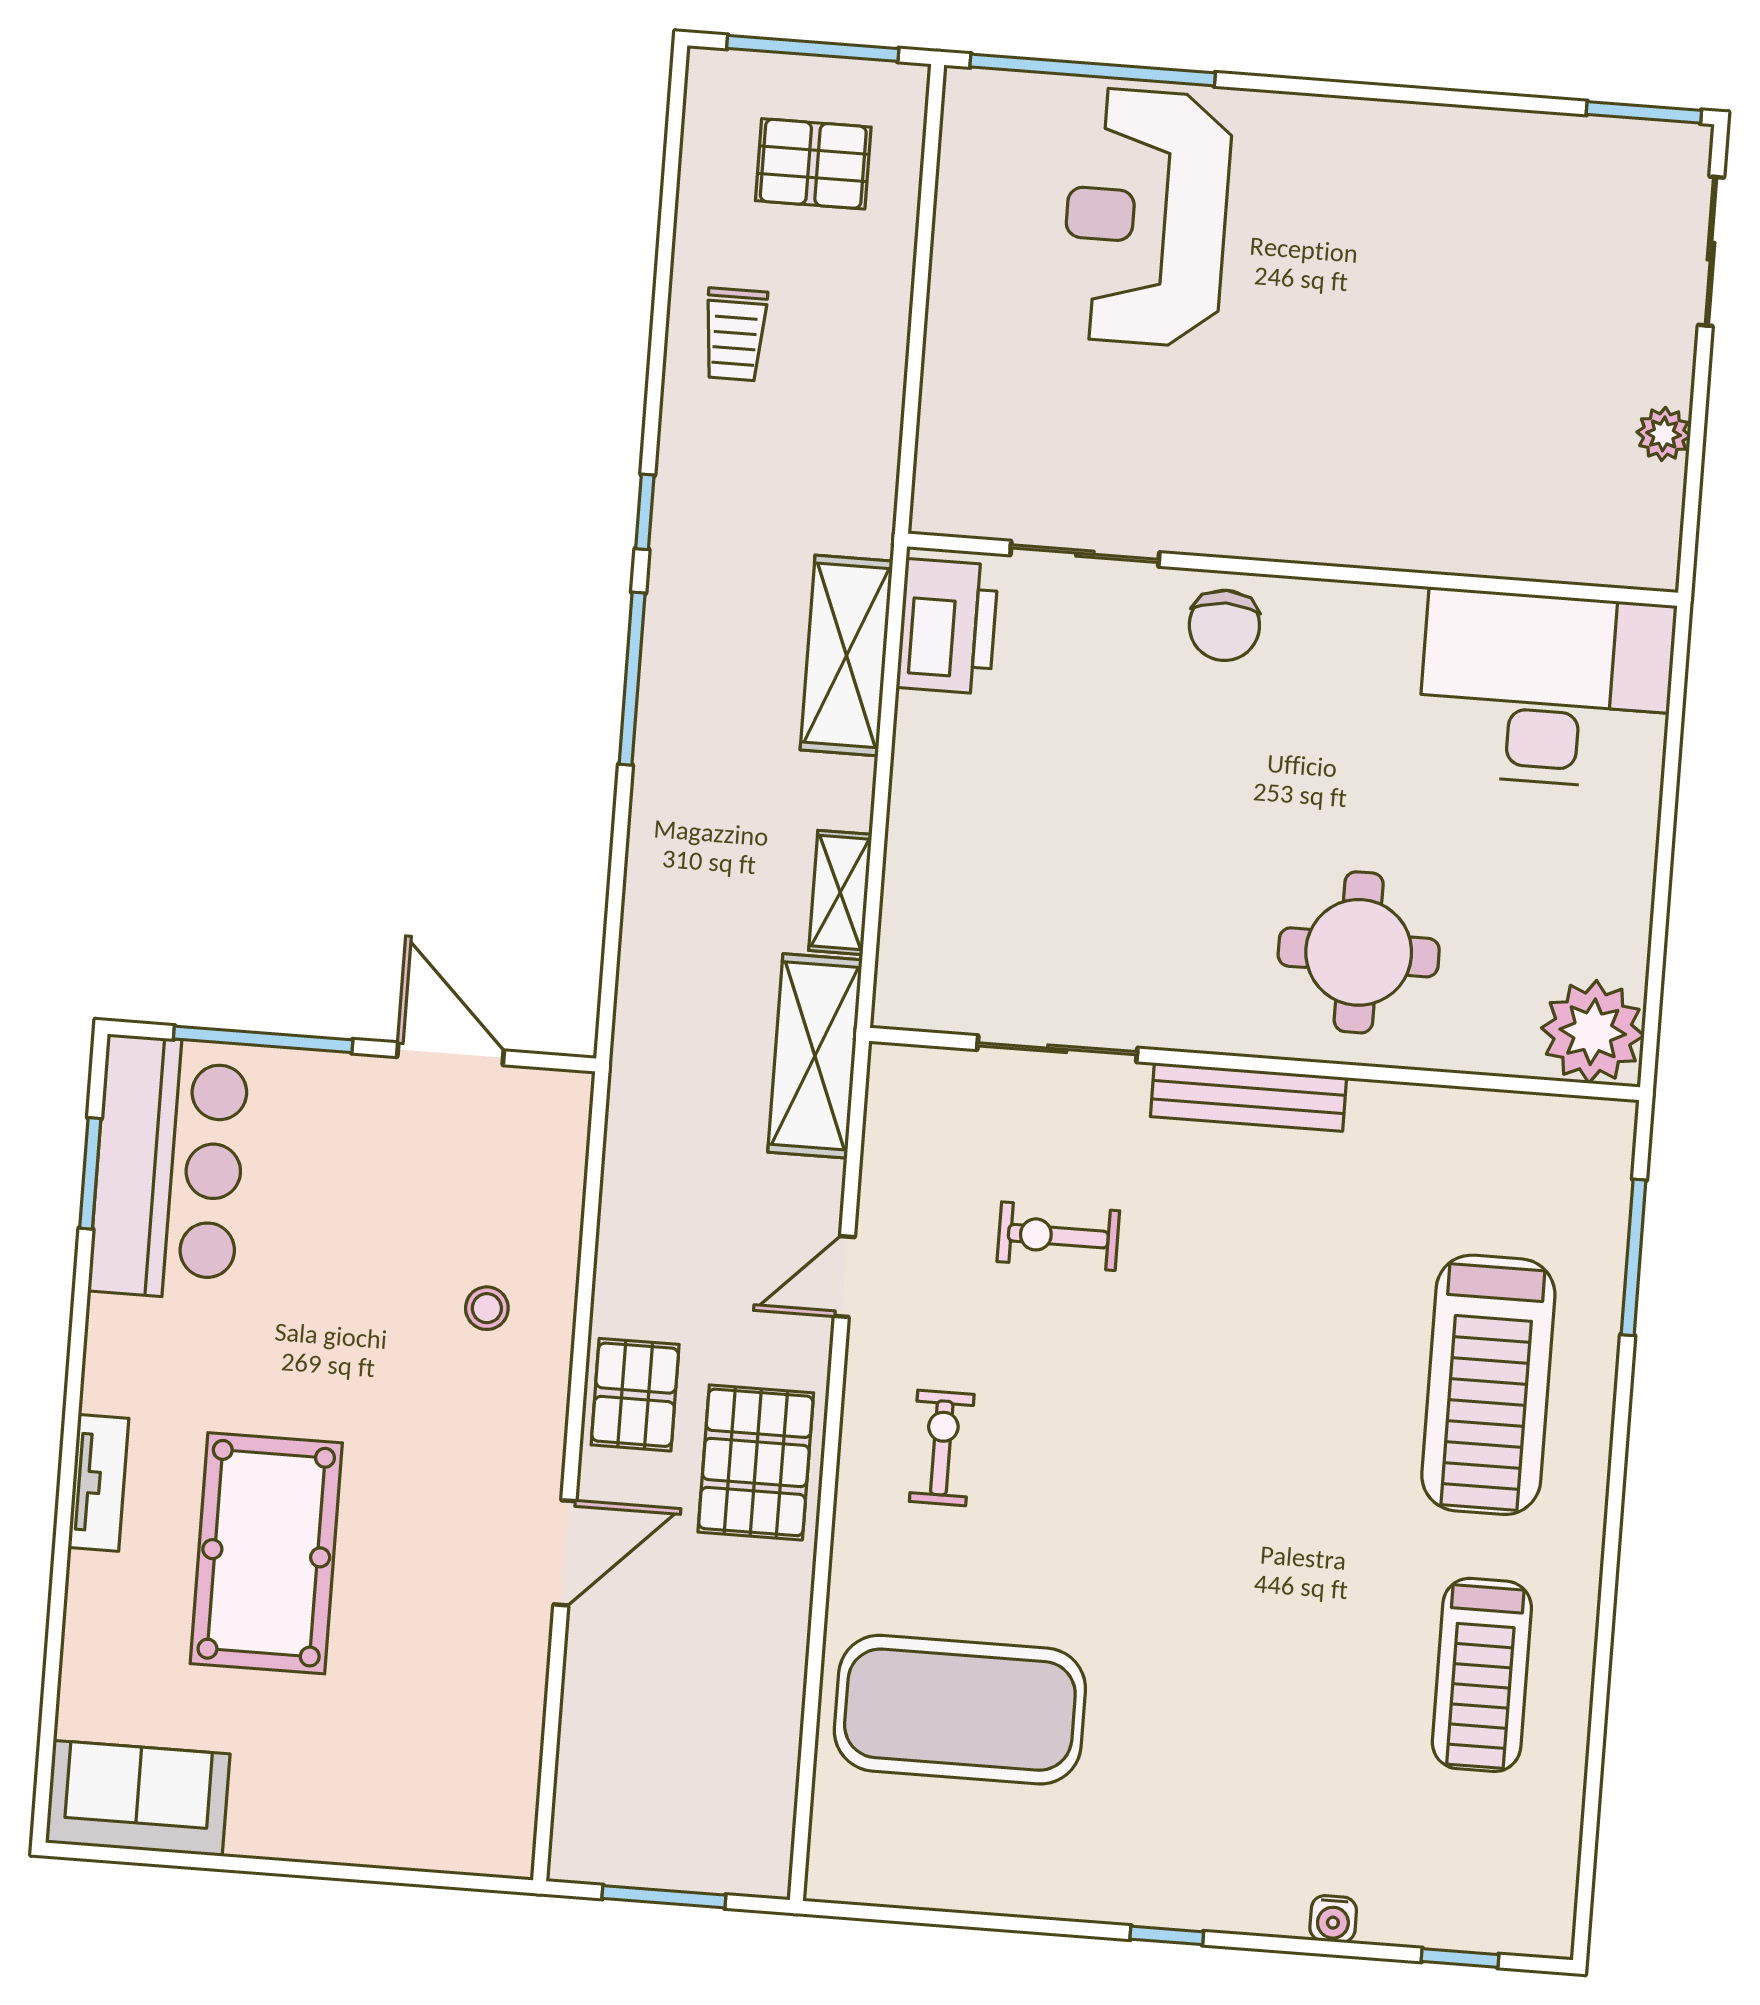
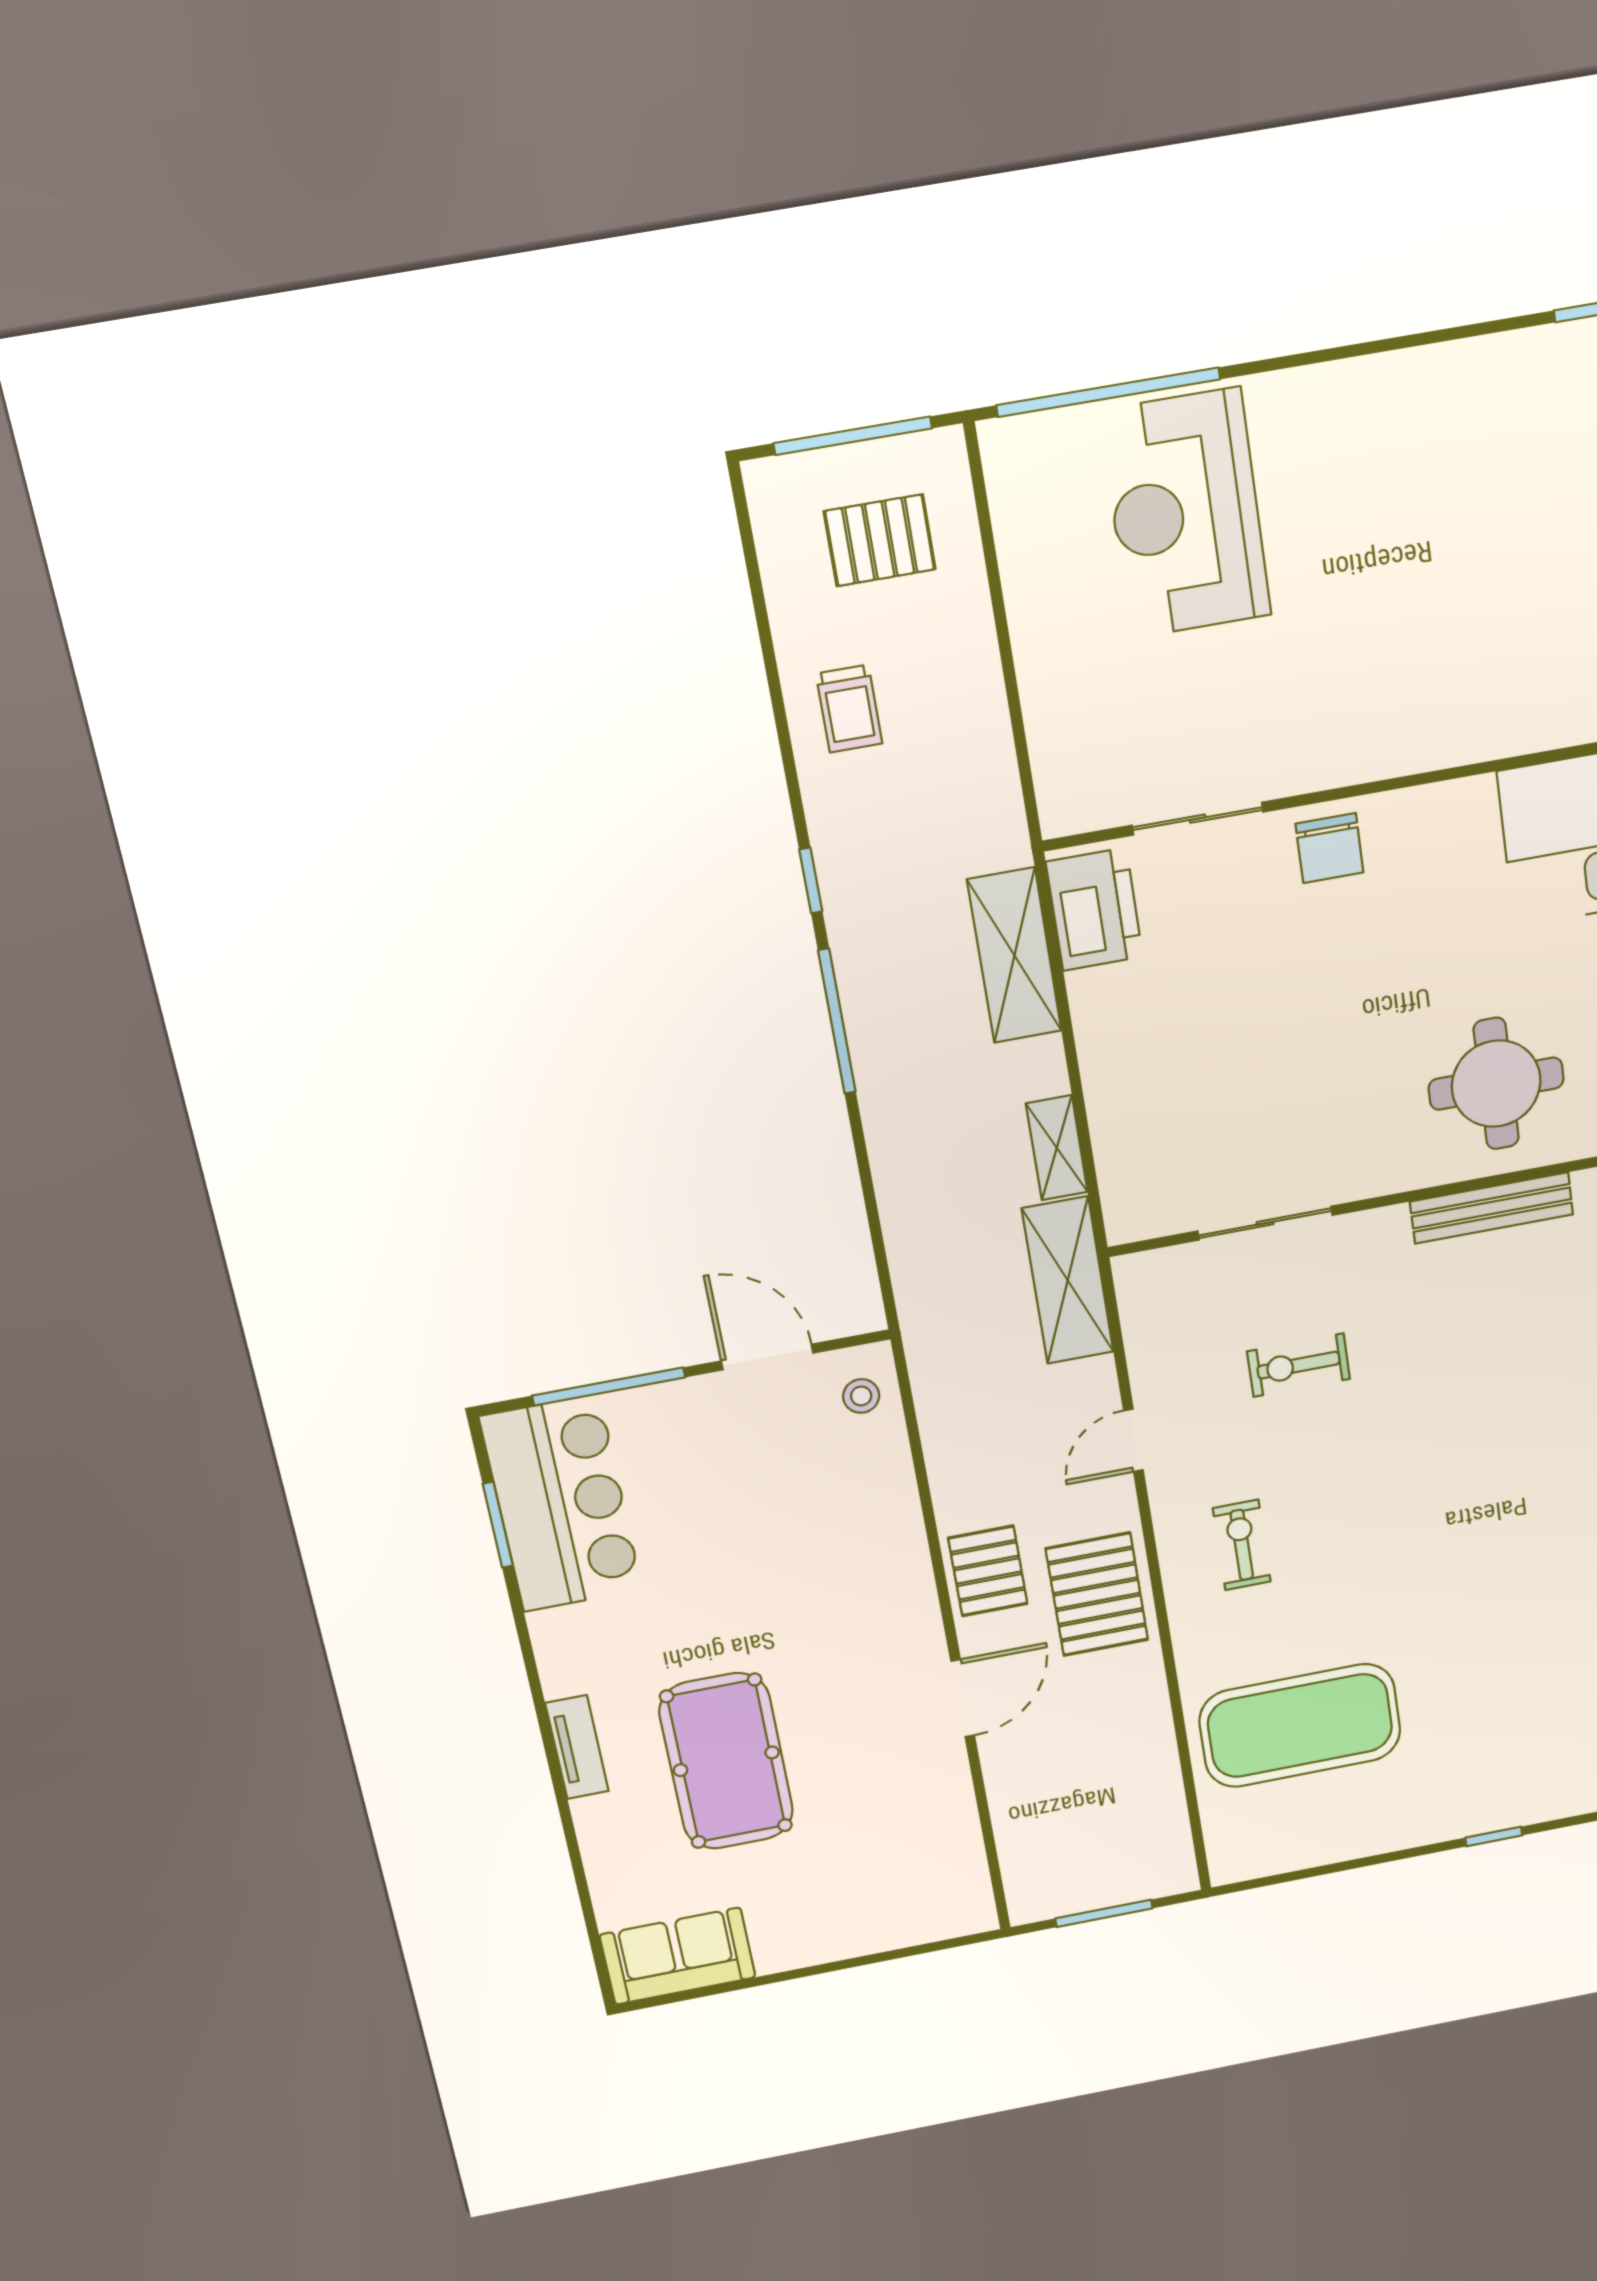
bench: (1249, 1097) -> (1492, 1208), moved
stool: (487, 1308) -> (861, 1396), moved

